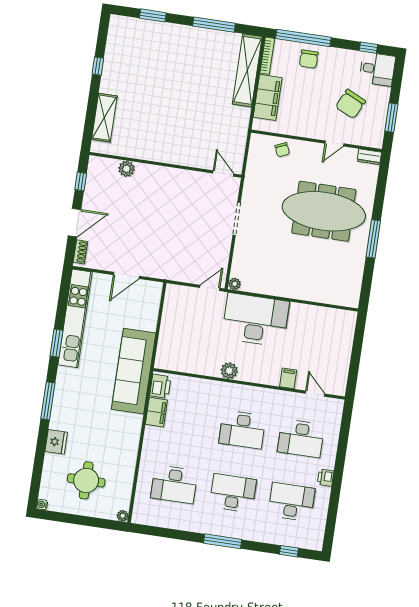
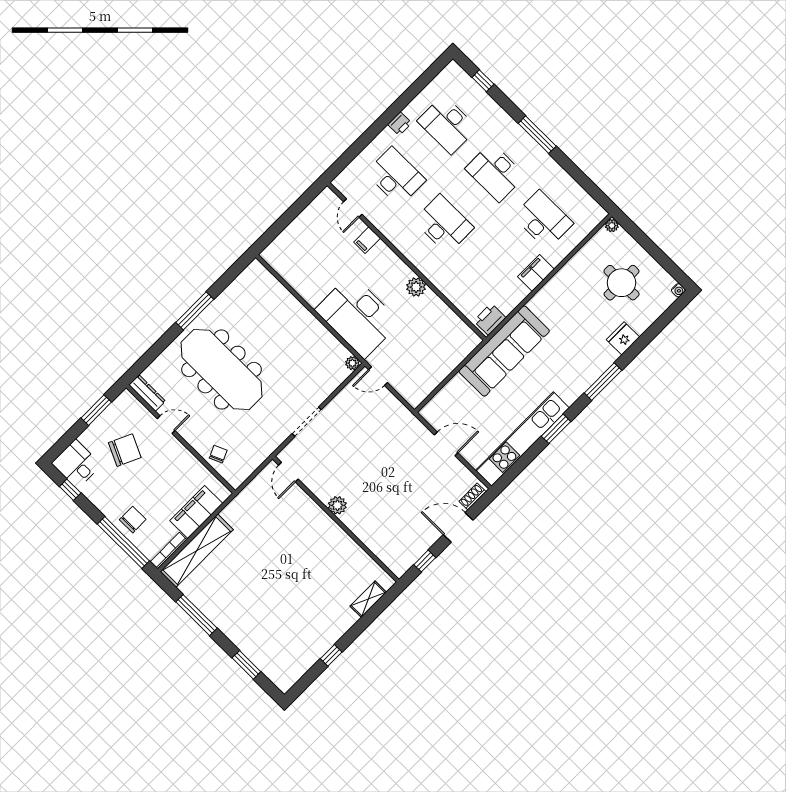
shelving: (104, 118) -> (368, 599), width x0.67, depth x0.75
dresser: (369, 157) -> (147, 393), width x1.44
plant: (127, 169) -> (337, 505), moved
filing cabinet: (156, 412) -> (536, 273), moved

